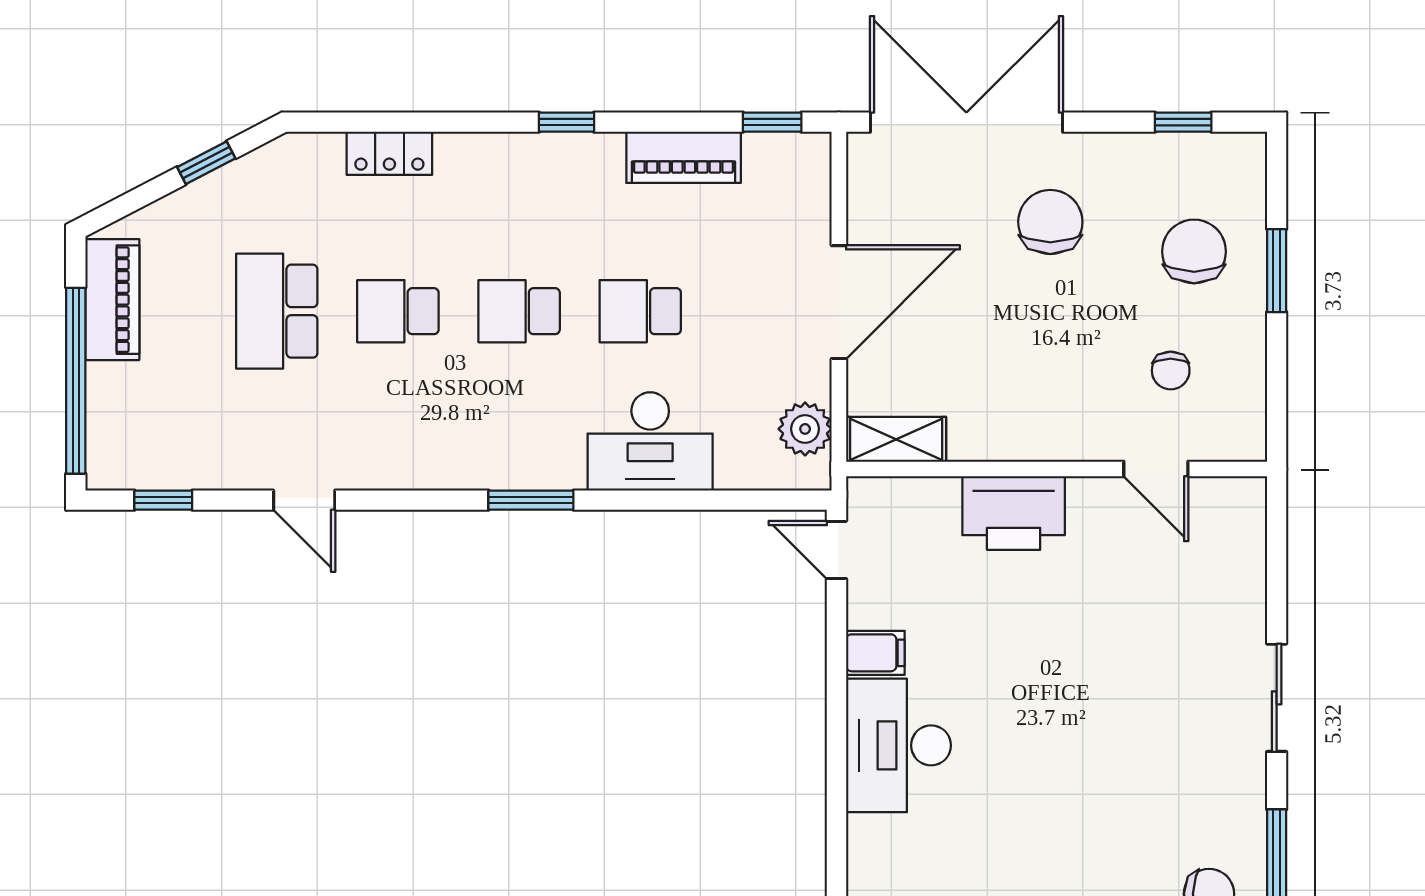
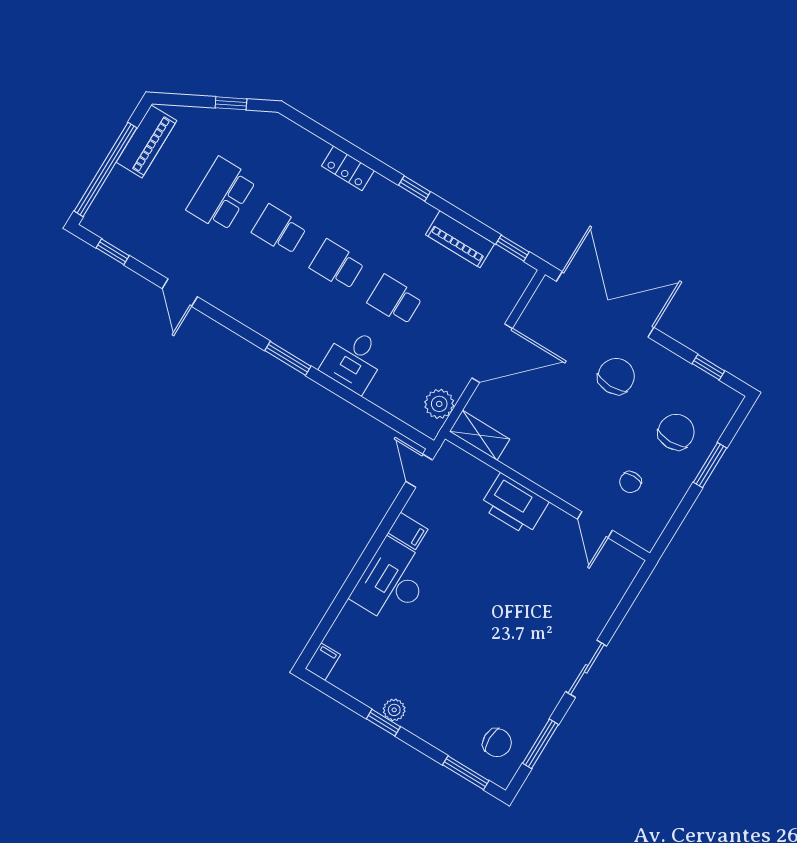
locker: (389, 153) -> (348, 168), moved
desk: (650, 441) -> (354, 360), width x0.73

